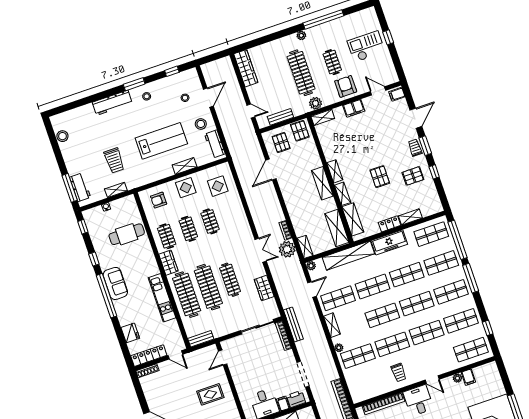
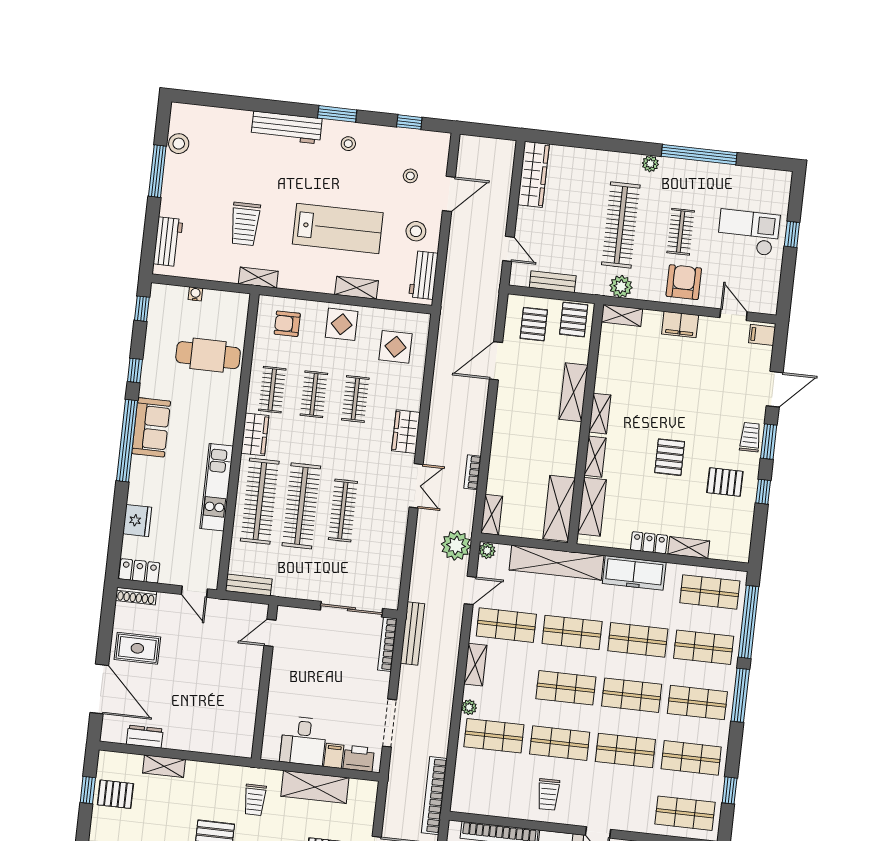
shelving: (322, 183) -> (574, 392), moved
window: (70, 188) -> (157, 171), moved
shelving: (116, 190) -> (258, 277), moved
plant: (287, 249) -> (456, 545), moved
wardrobe: (264, 288) -> (406, 432), moved
locker: (149, 356) -> (139, 571), width x0.66
rug: (210, 394) -> (137, 648), moved

